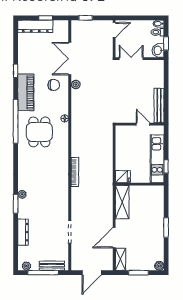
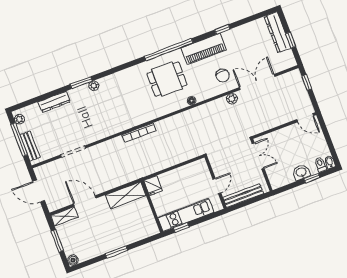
double door: (131, 59) -> (258, 156), moved
wall: (140, 59) -> (261, 165), moved

